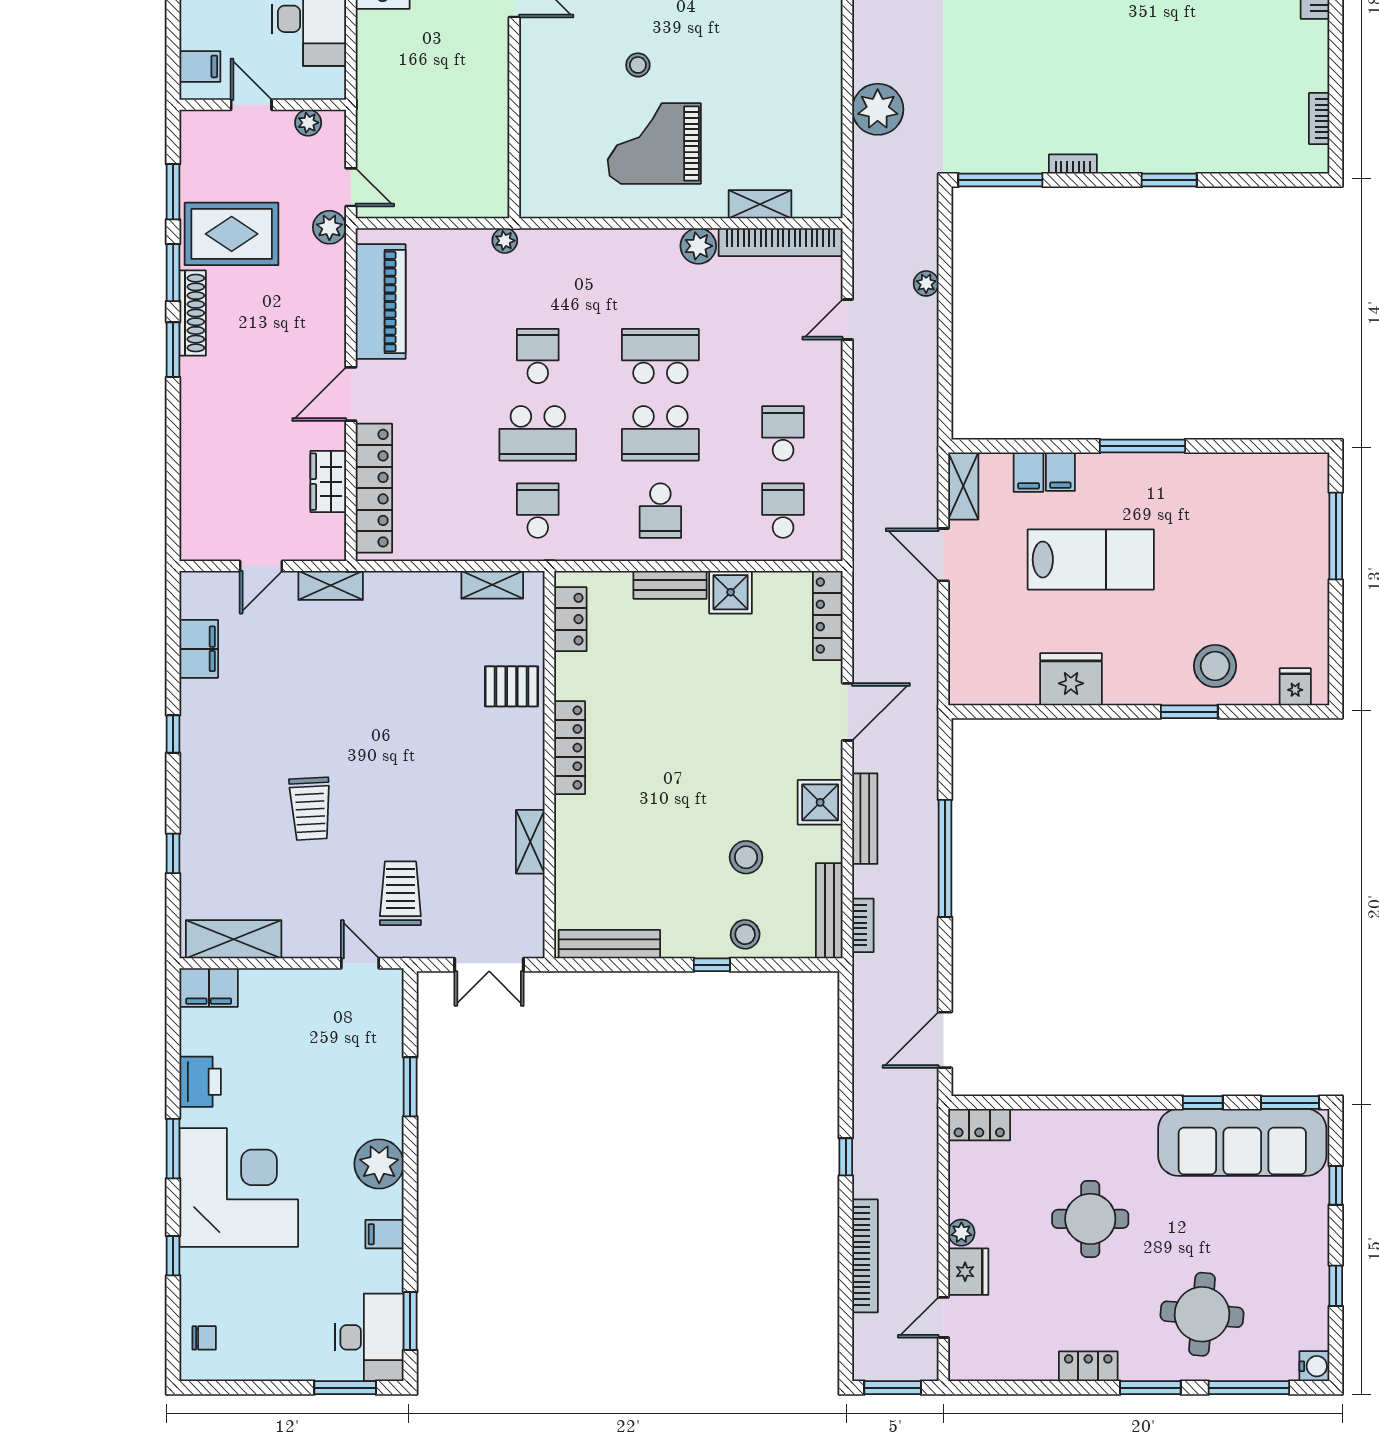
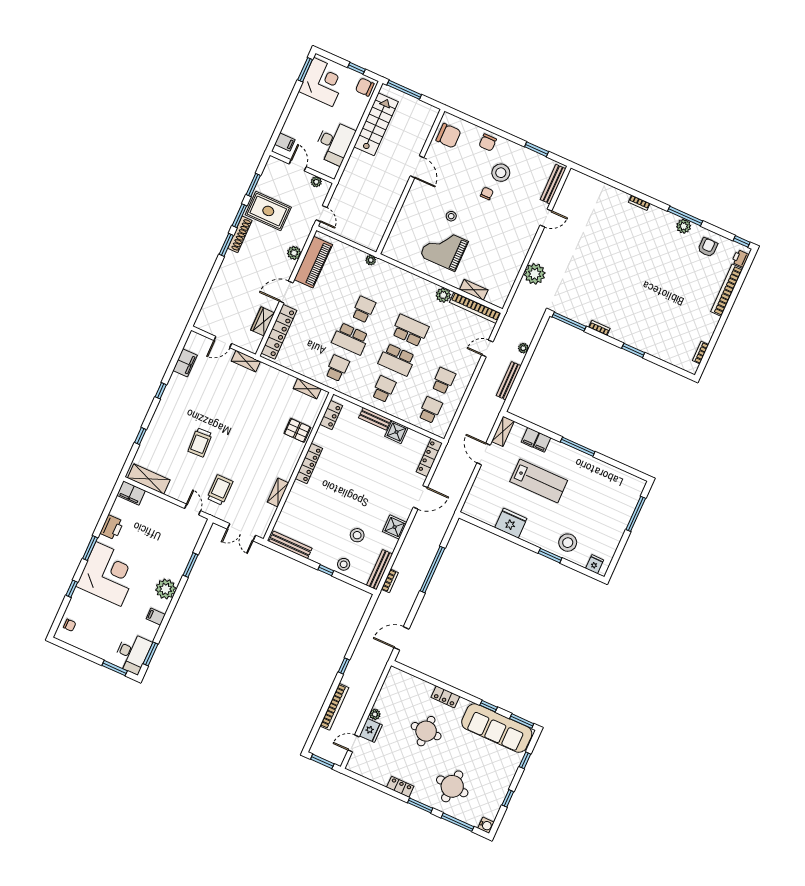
plant: (329, 227) -> (294, 253), moved
school desk: (660, 511) -> (384, 389), turned 180
bench: (865, 819) -> (509, 381), moved
locker: (979, 1125) -> (445, 697), moved

